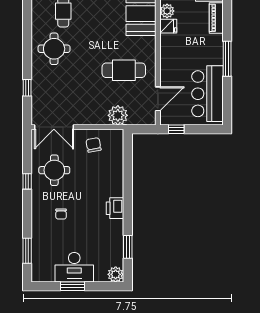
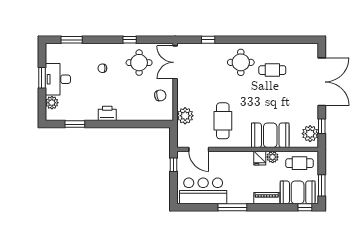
plant: (116, 274) -> (52, 103), moved

